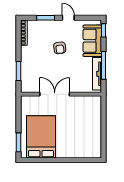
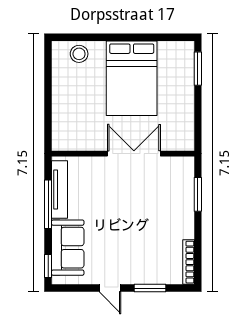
armchair: (60, 48) -> (125, 235), removed
double door: (55, 94) -> (134, 154), swing flipped
bed: (41, 137) -> (132, 78), moved
stool: (86, 151) -> (79, 54), added

